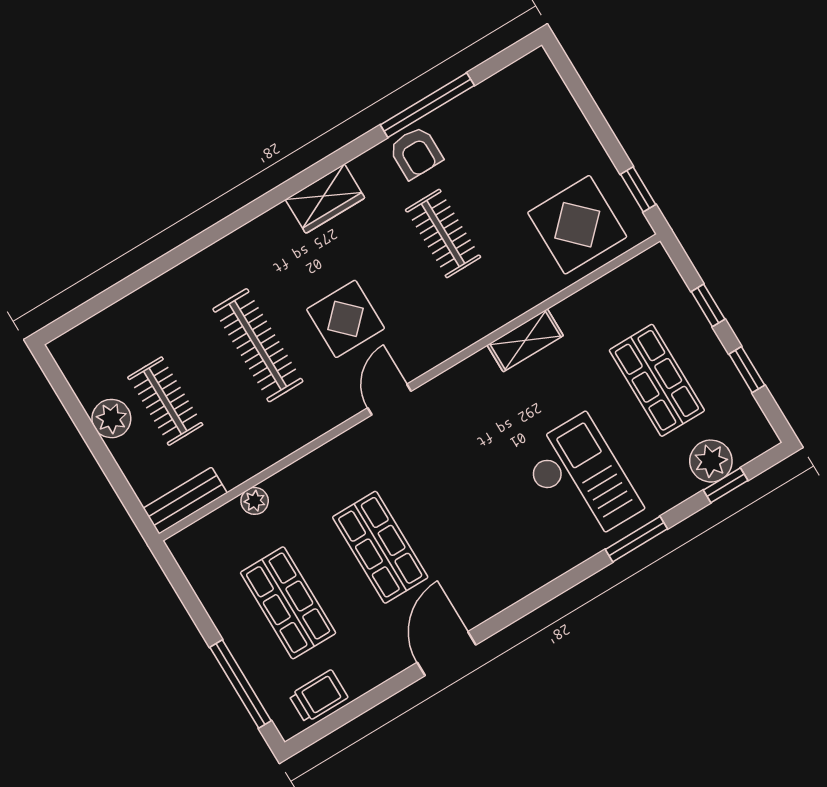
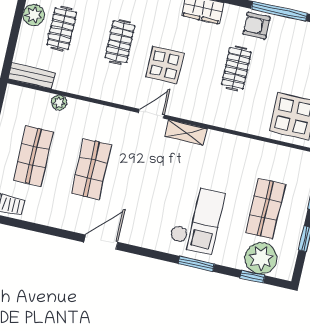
armchair: (416, 153) -> (257, 26), turned 90
shelving: (525, 340) -> (186, 133), moved
clothes rail: (258, 345) -> (120, 42), width x0.73
plant: (711, 461) -> (261, 258), width x1.36, depth x1.36
door: (446, 654) -> (101, 242), moved

